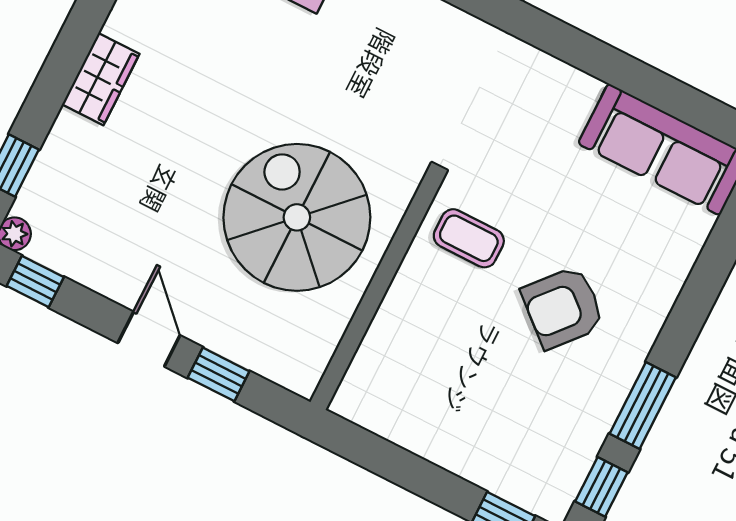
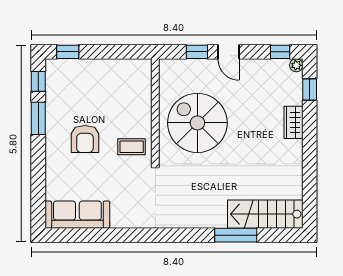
wardrobe: (101, 79) -> (294, 122), moved
spiral stairs: (297, 217) -> (197, 123), turned 180
armchair: (563, 308) -> (85, 139), turned 139

